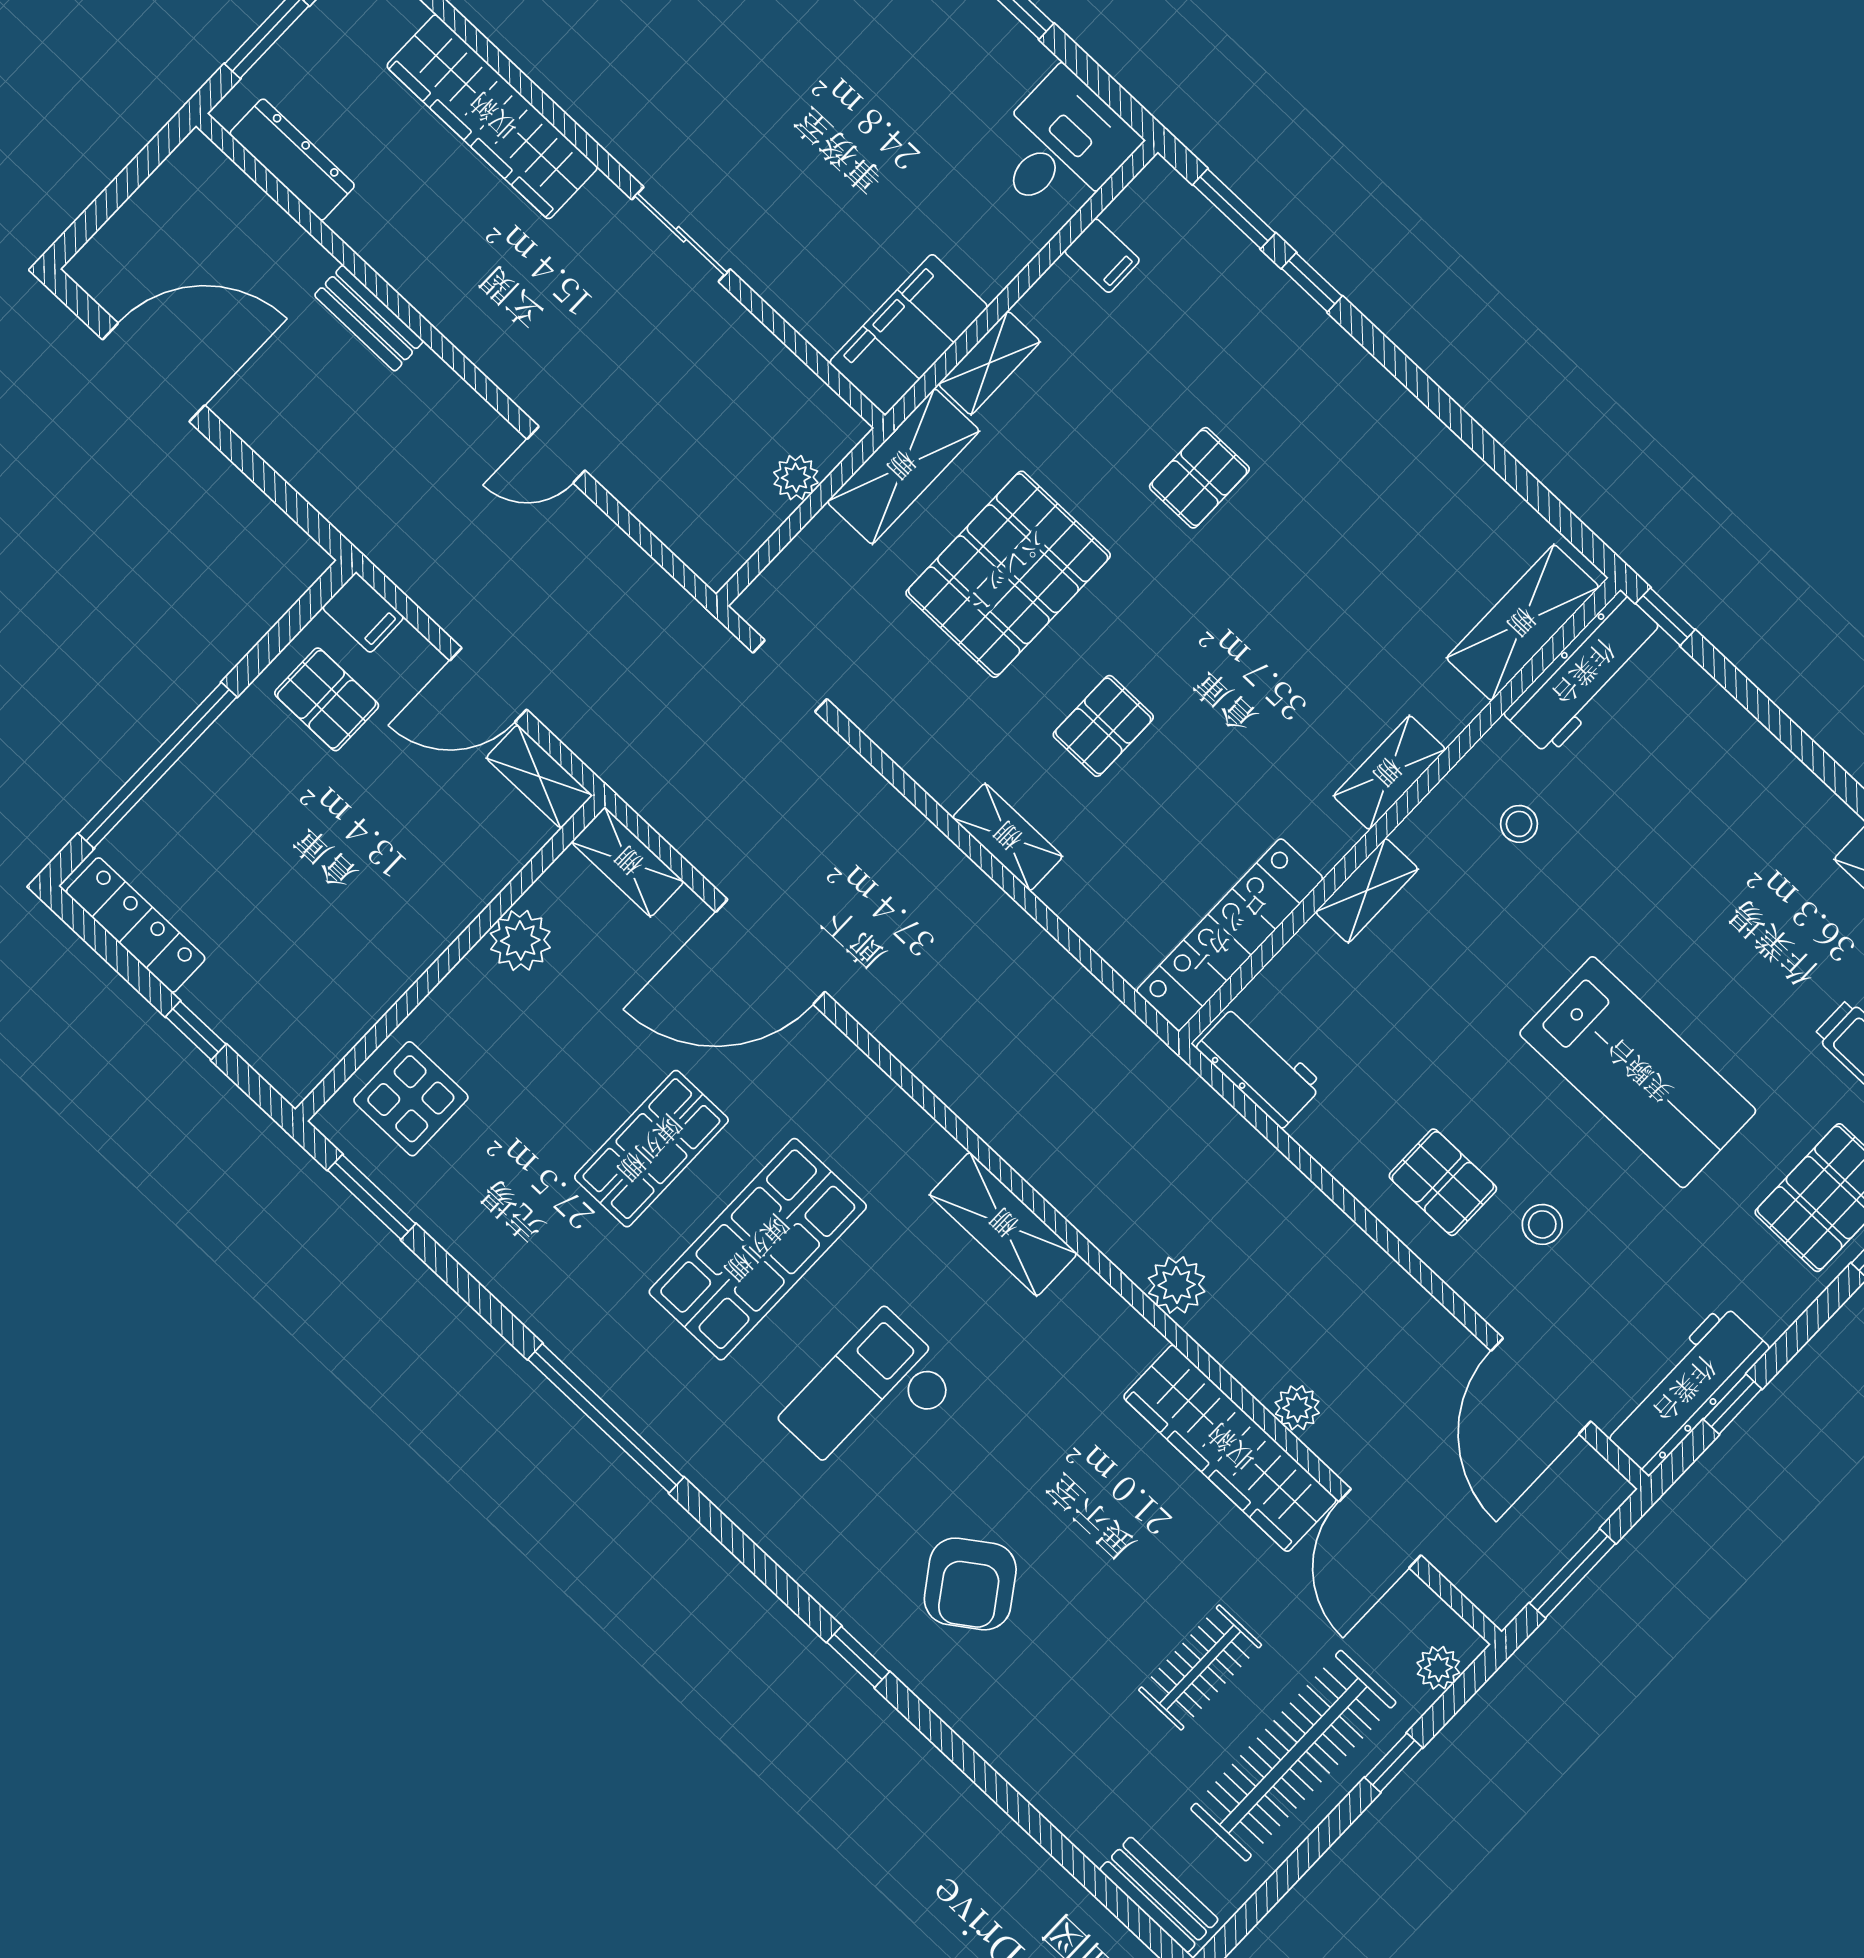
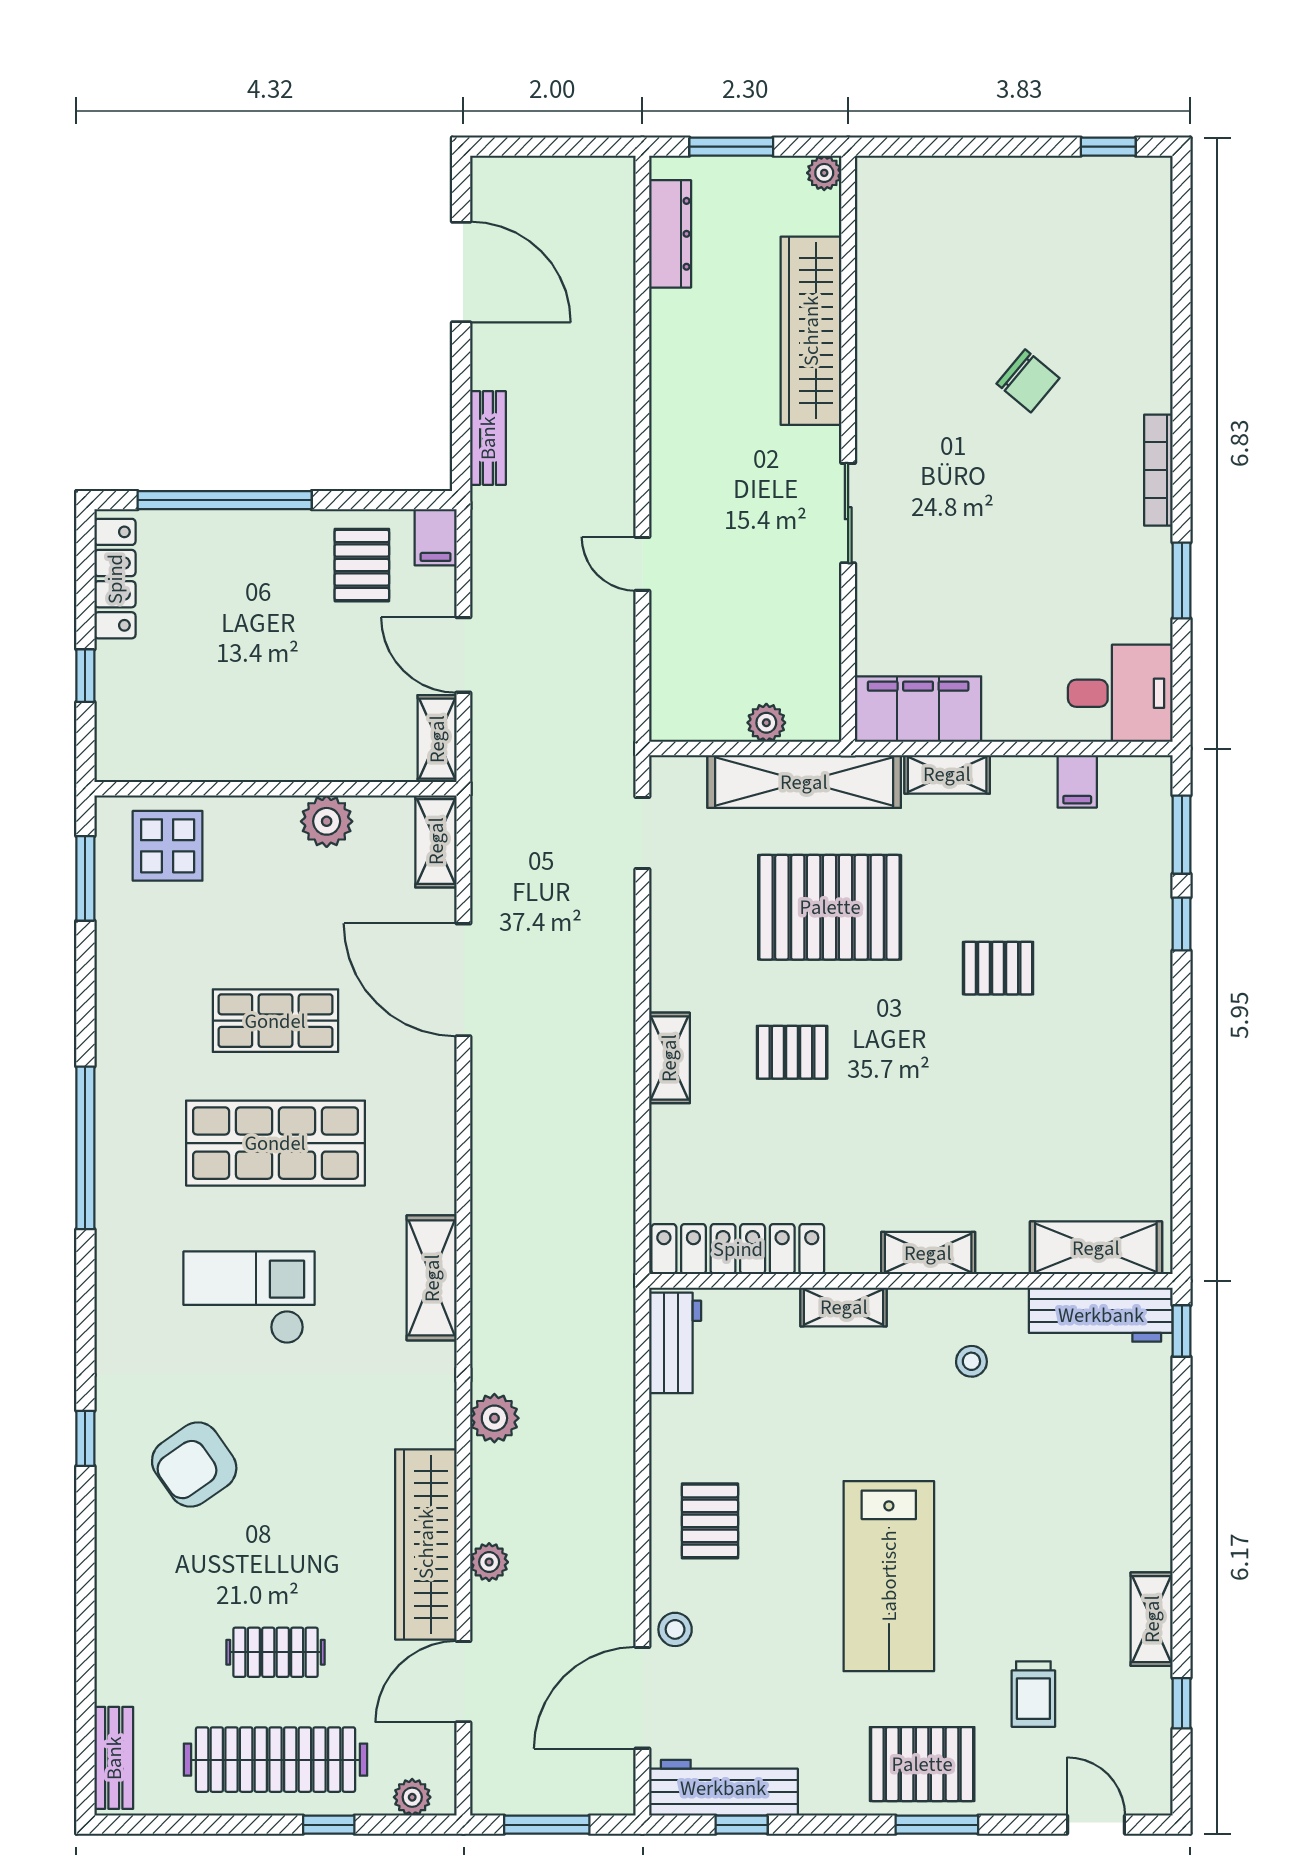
bench: (369, 318) -> (488, 438), moved
shelving: (903, 466) -> (804, 782), width x1.47
stool: (1542, 1224) -> (675, 1629), moved

